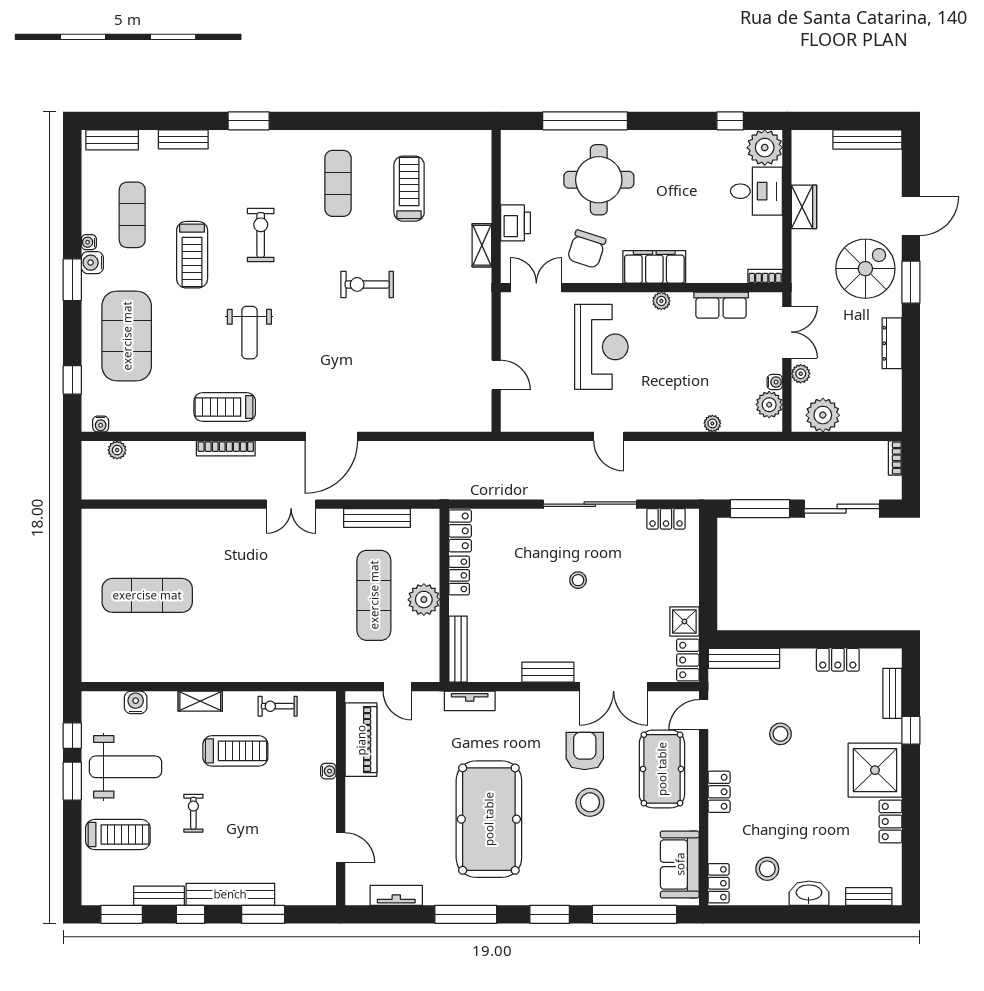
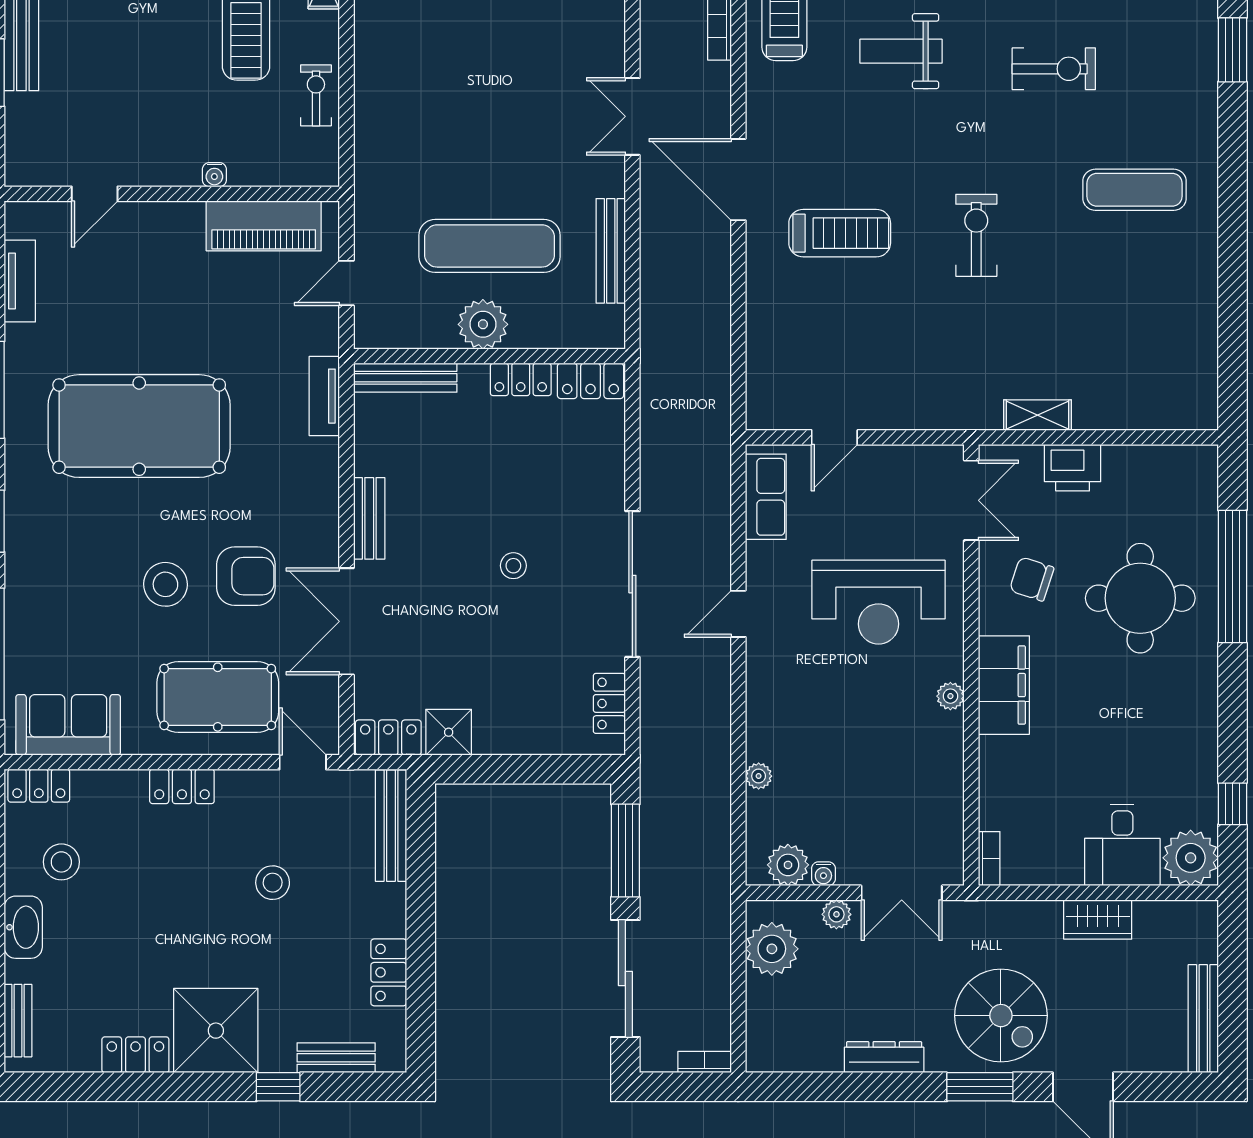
treadmill: (409, 189) -> (840, 233), moved
chair: (587, 249) -> (1032, 579), width x0.73, depth x0.73
row of seats: (721, 305) -> (766, 497), moved, turned 180

